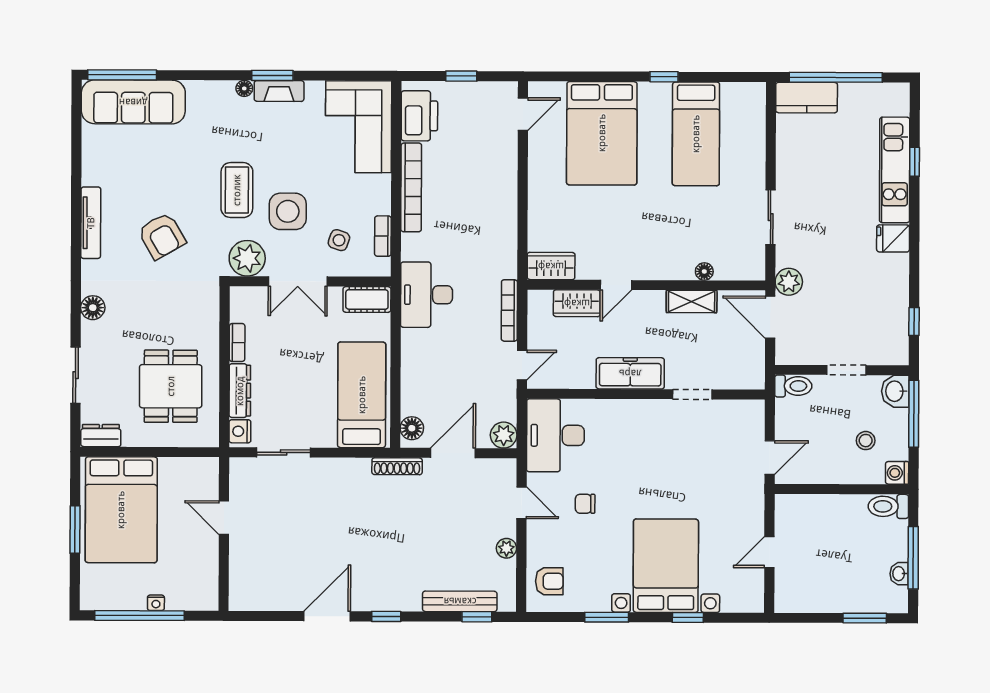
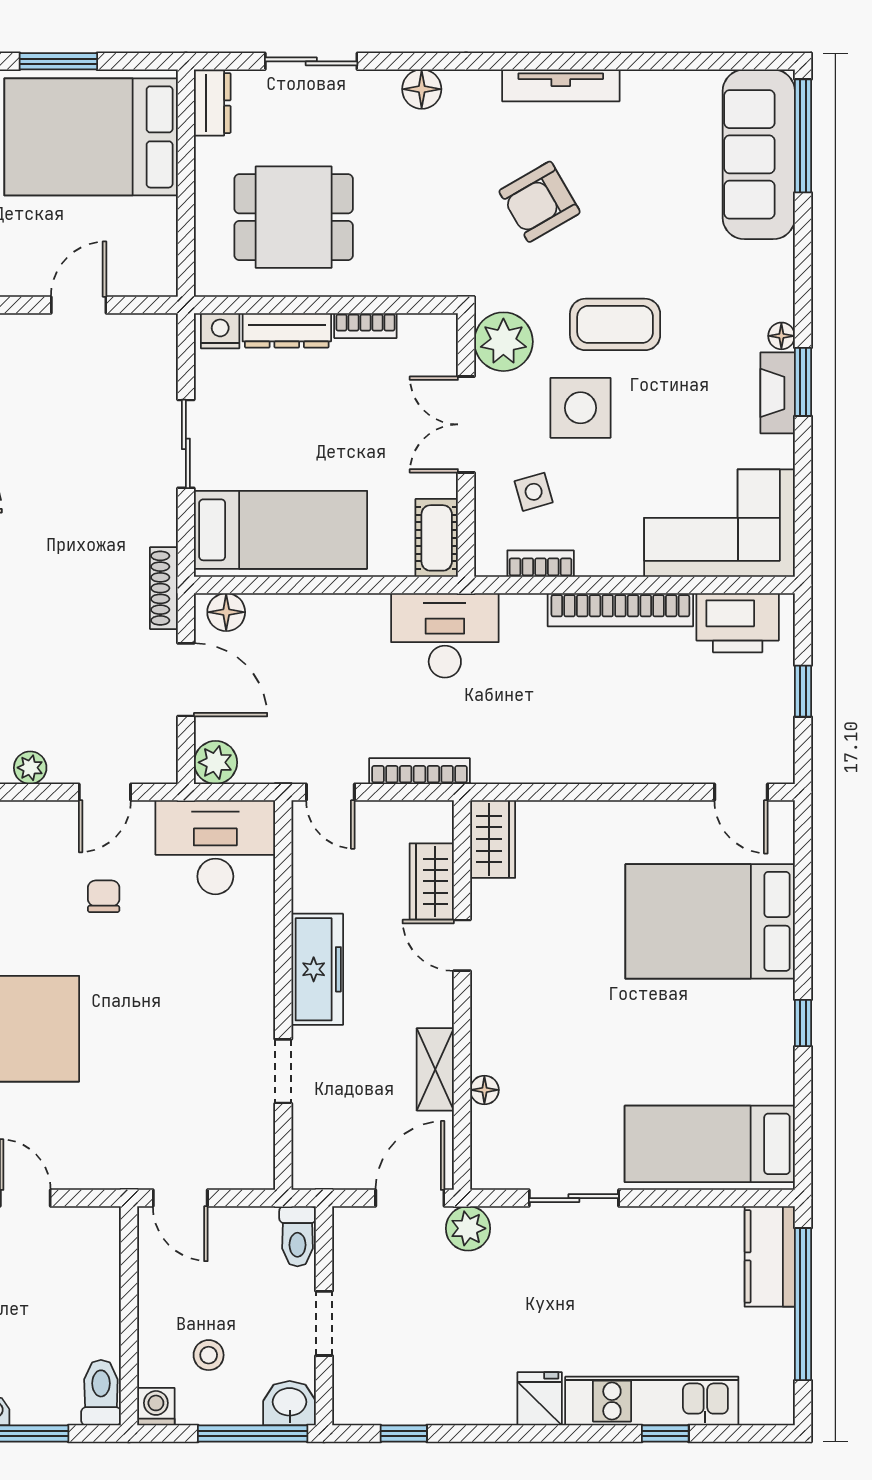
bed: (696, 134) -> (710, 1144), moved
side table: (339, 240) -> (534, 492), turned -35
sliding door: (284, 452) -> (186, 444), moved

